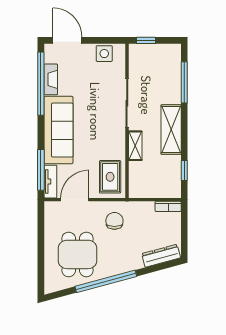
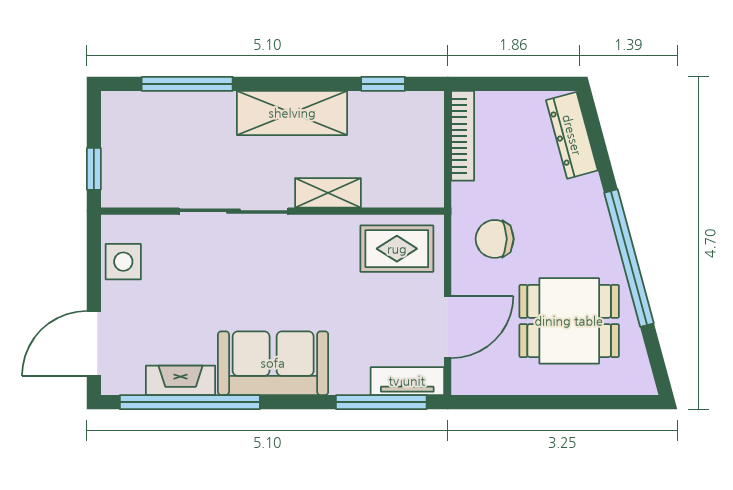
sofa: (58, 130) -> (273, 363), width x0.73
door: (75, 200) -> (448, 327), swing flipped
bookcase: (168, 206) -> (463, 136), width x1.56

